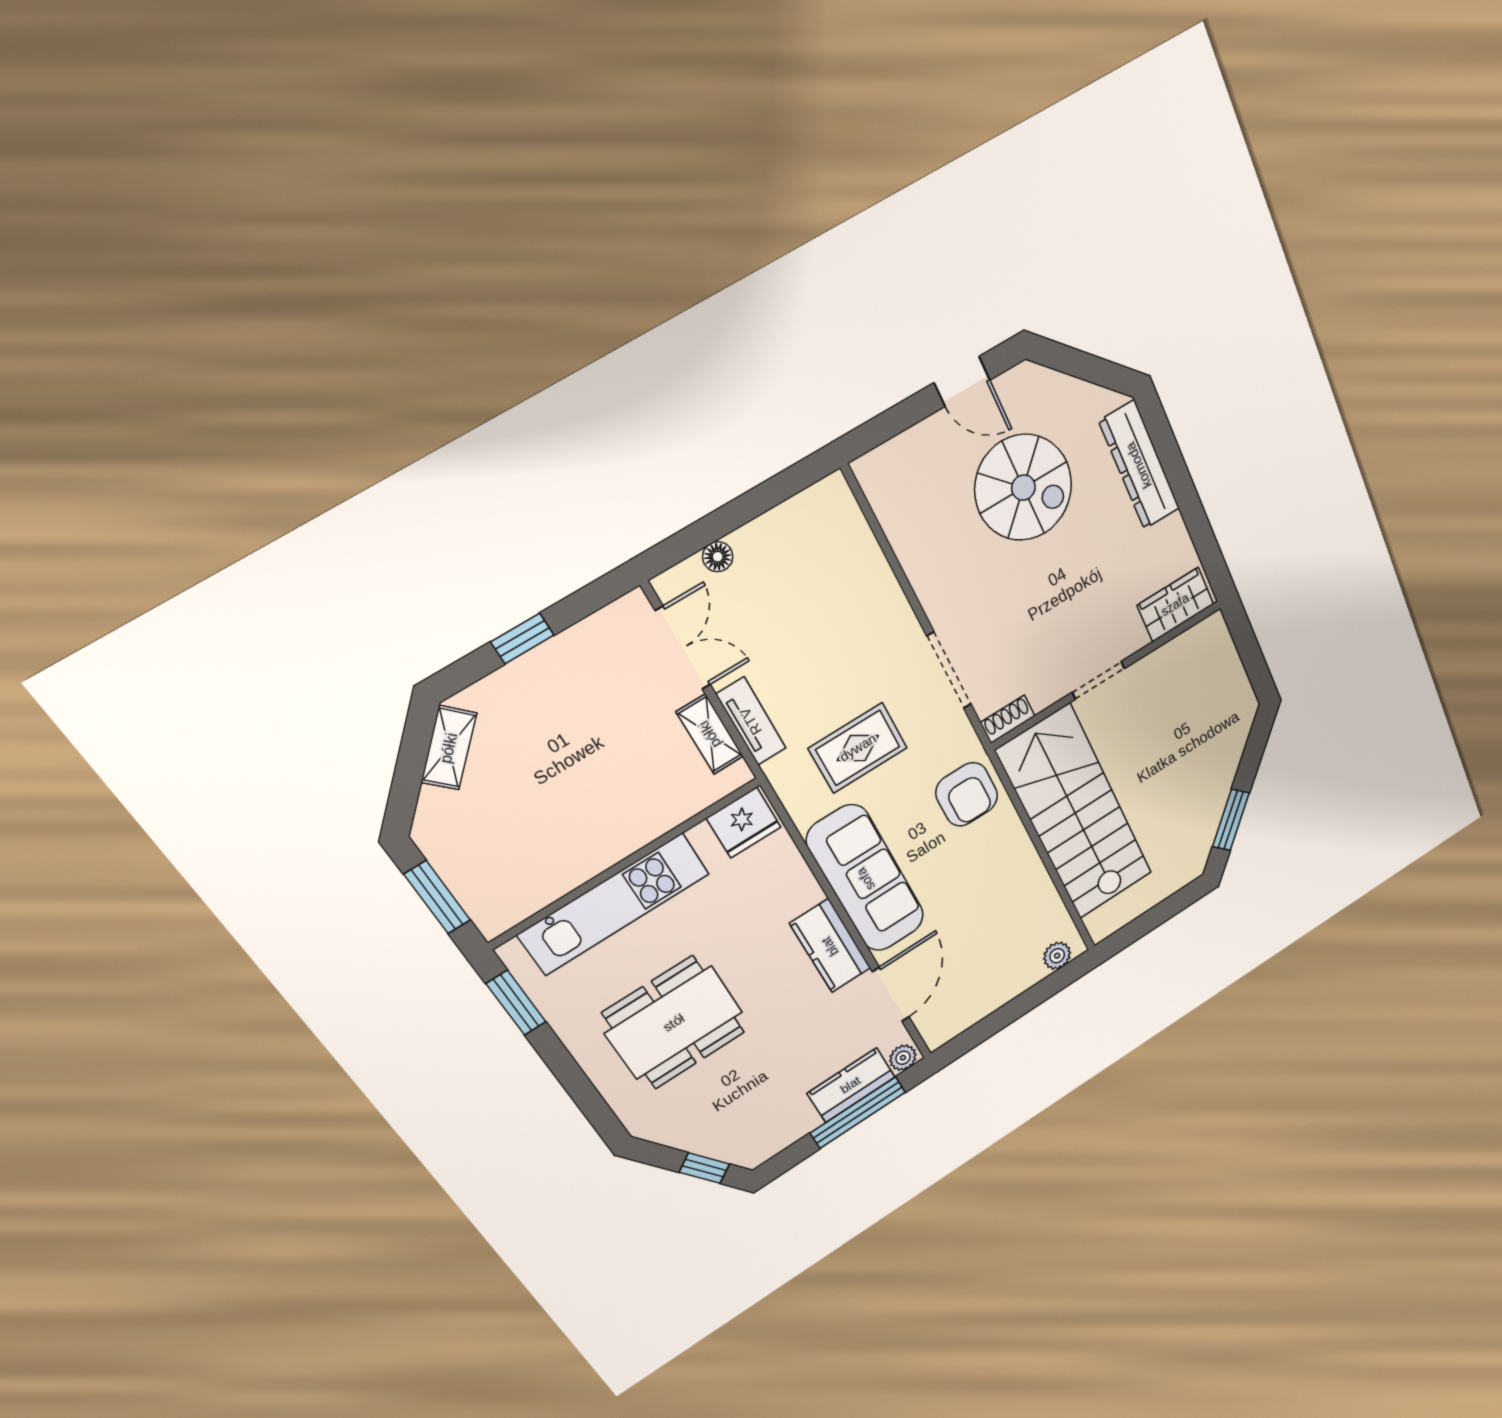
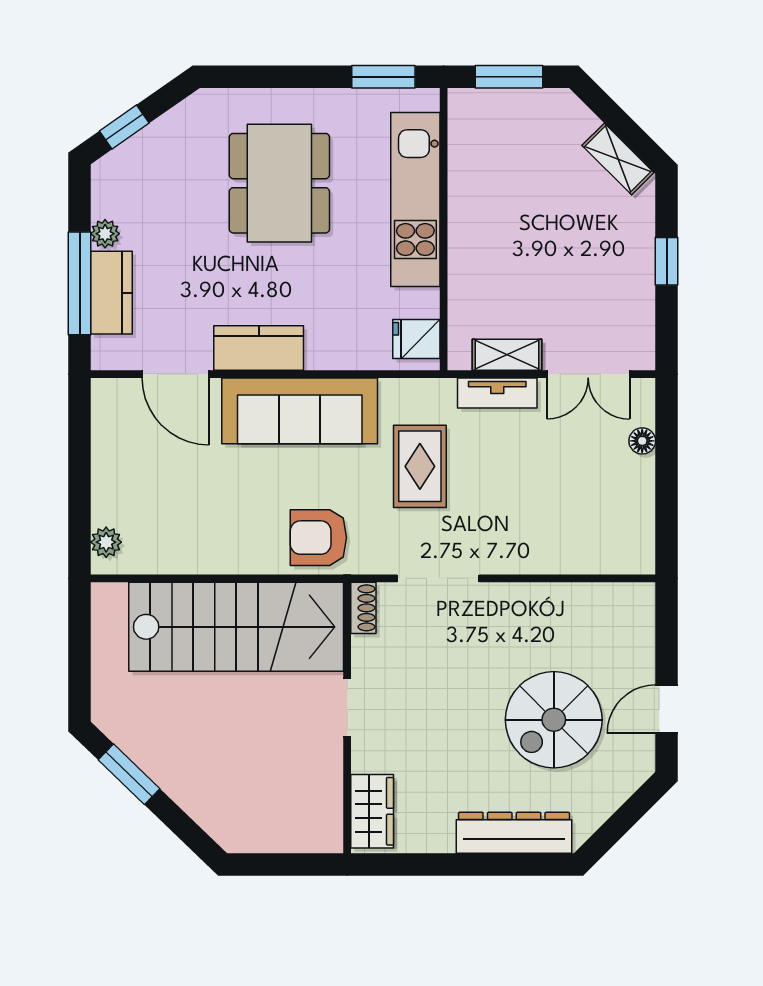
fridge: (744, 823) -> (416, 339), width x0.72
plant: (903, 1058) -> (105, 234), moved

